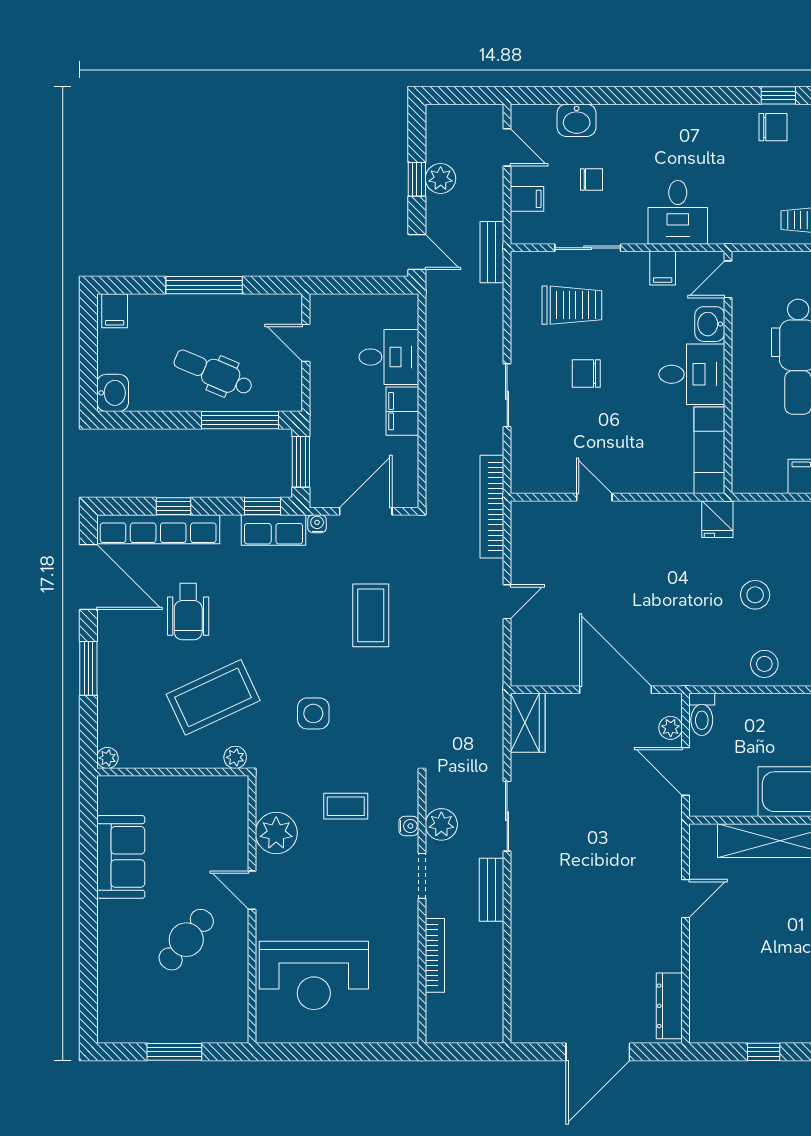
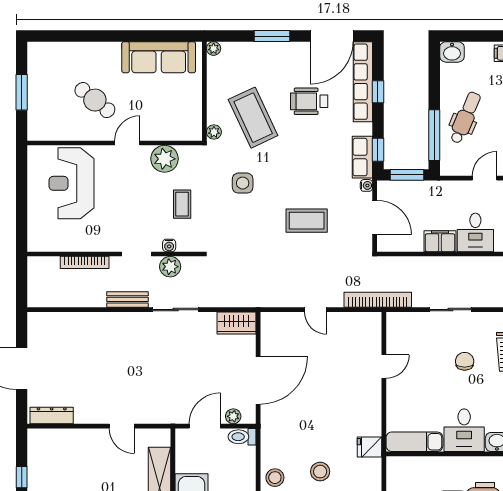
sofa: (121, 857) -> (159, 57), width x1.36

